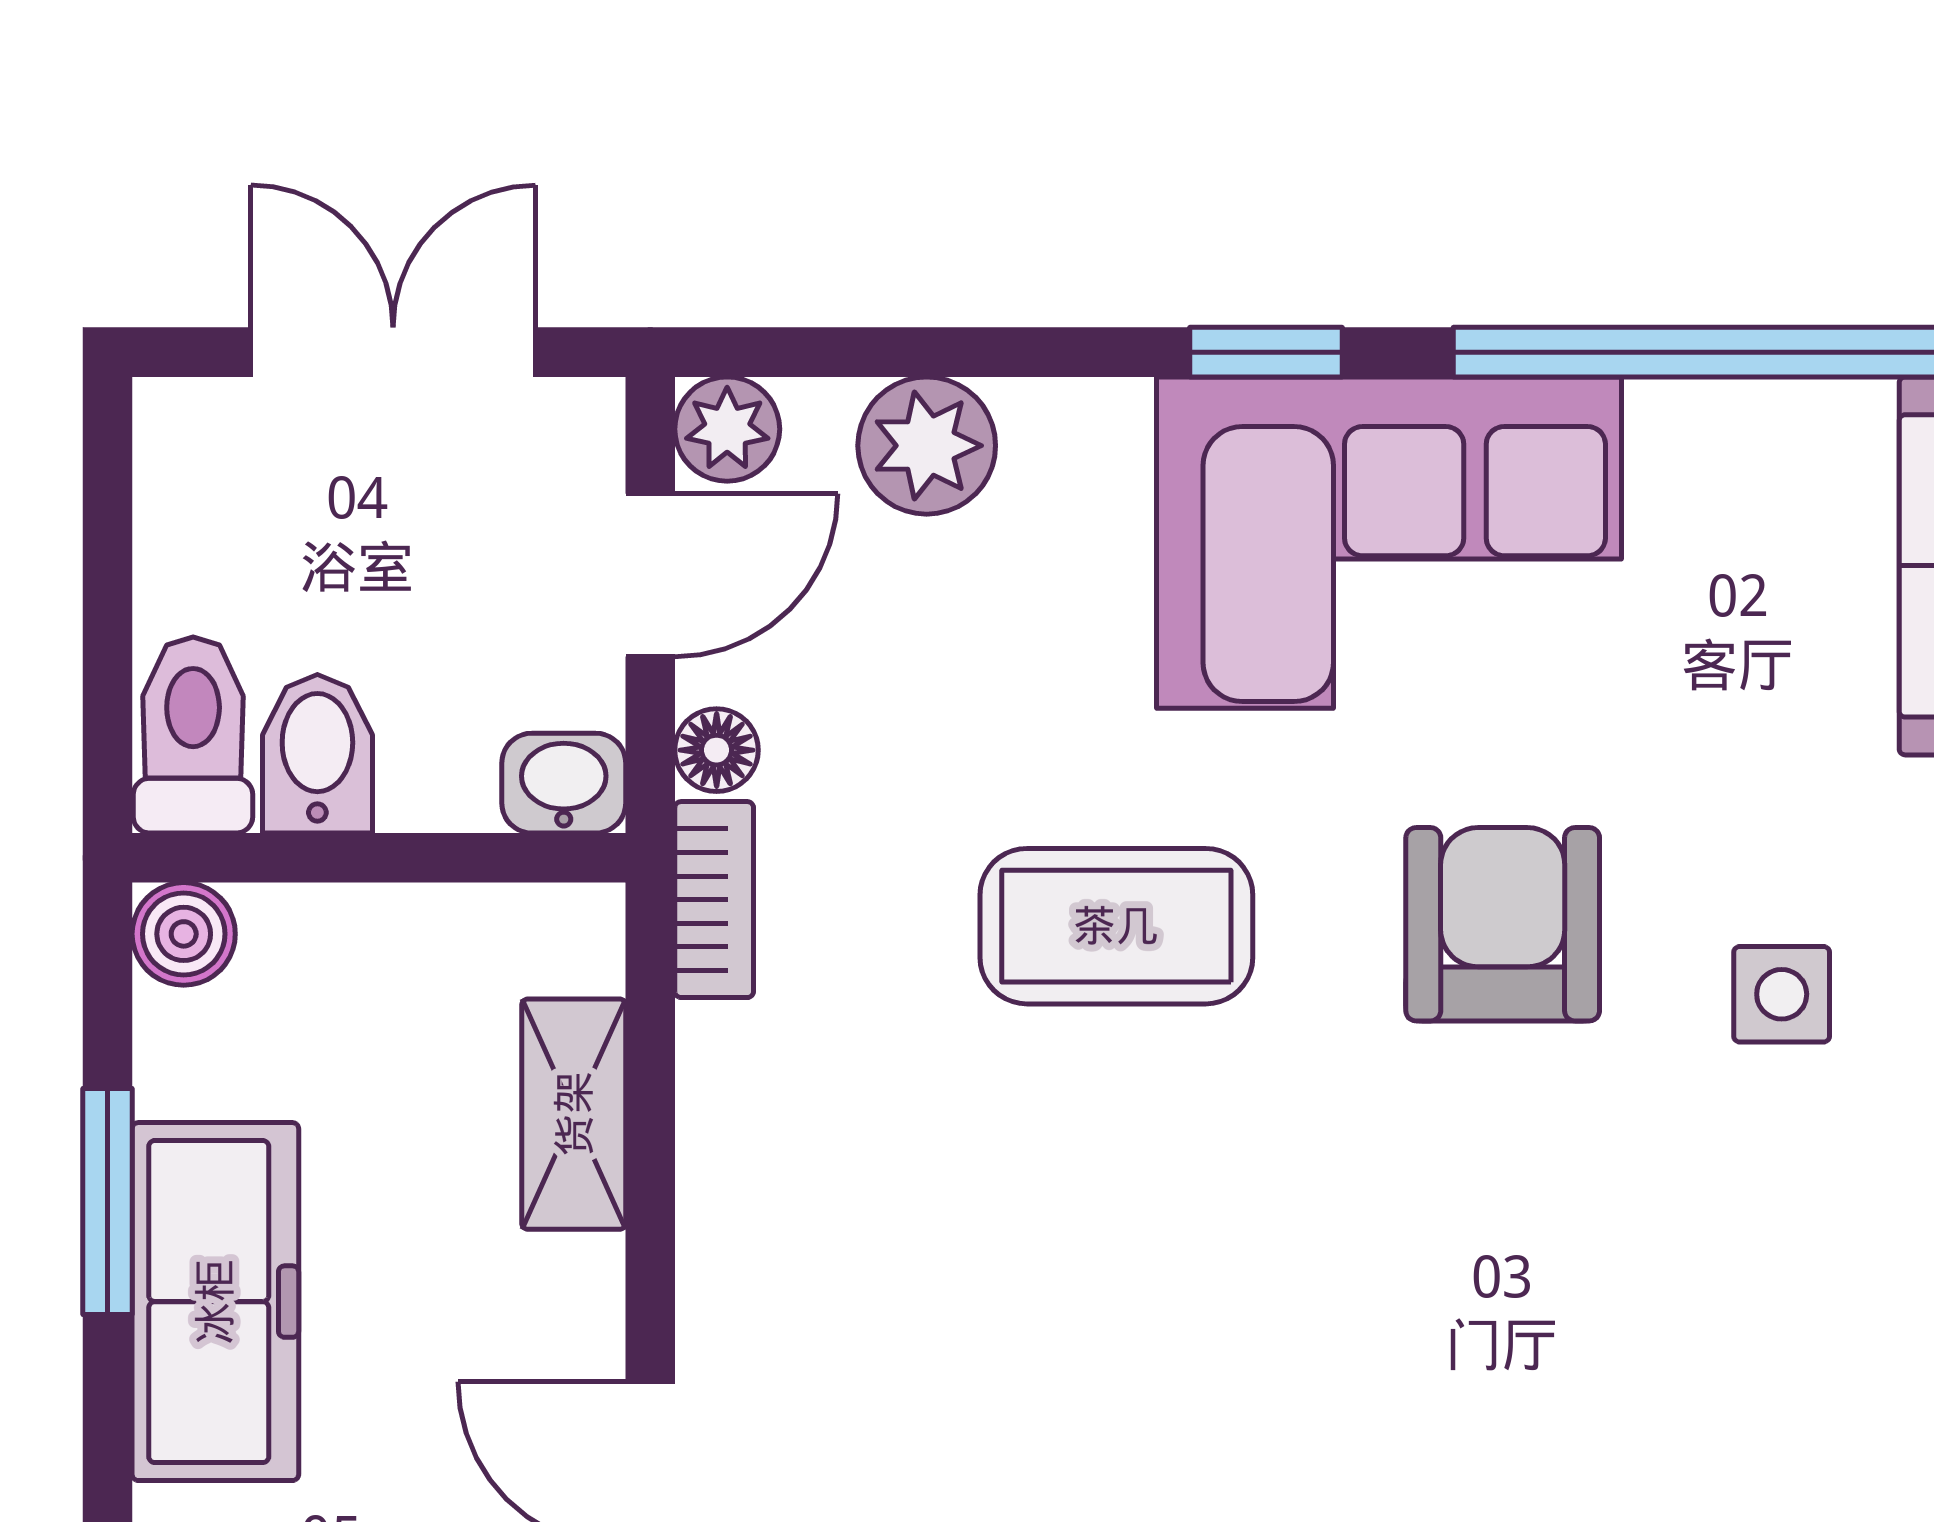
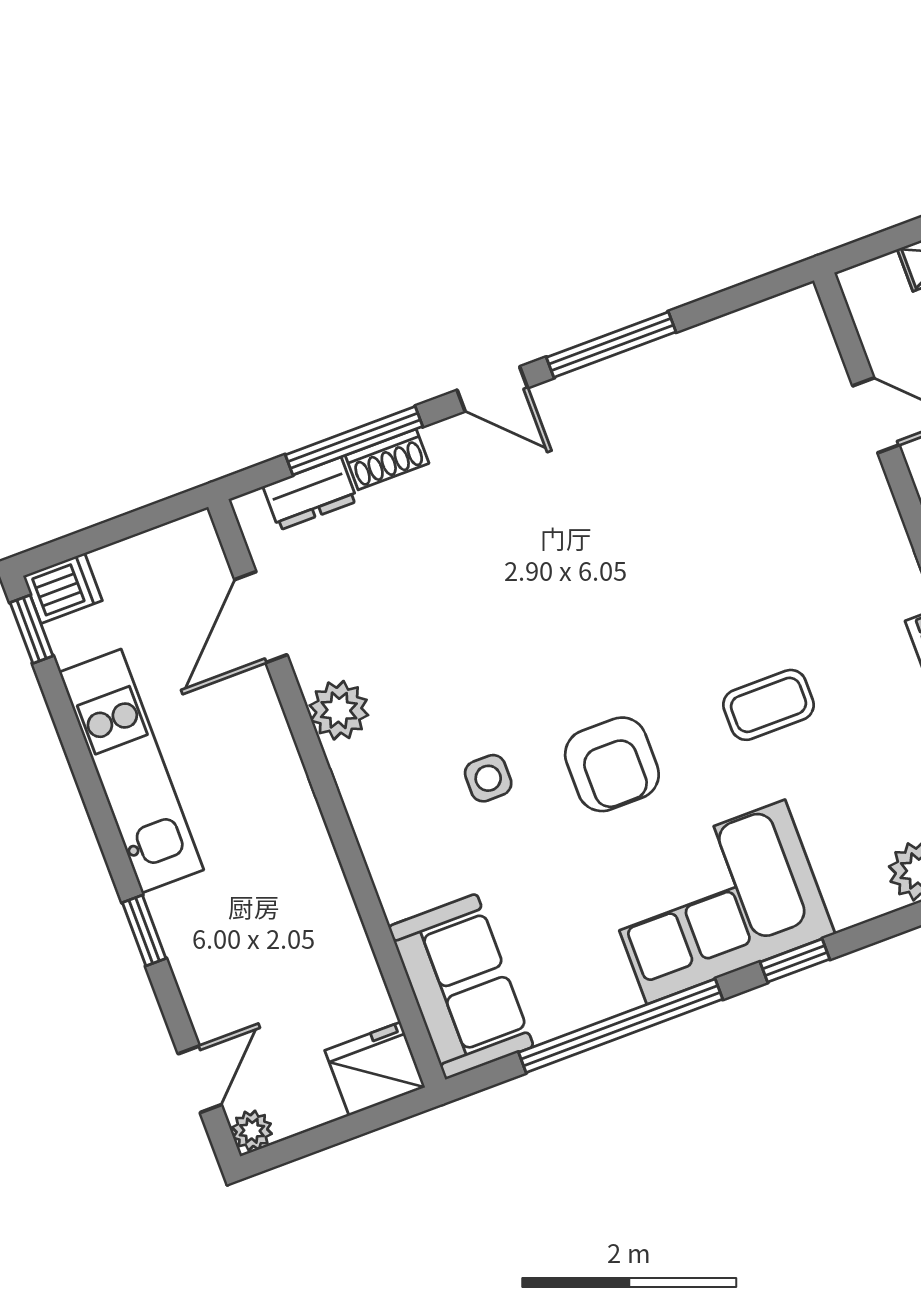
coffee table: (1116, 926) -> (768, 705), width x0.73, depth x0.77

